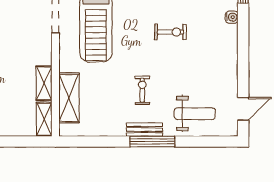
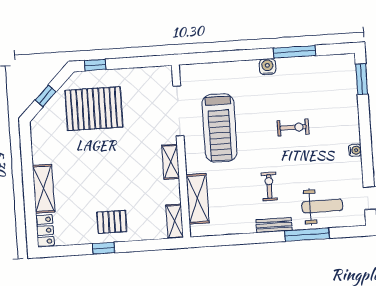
water cooler: (232, 17) -> (355, 150), moved
shelving: (44, 83) -> (171, 162), moved
window: (152, 142) -> (307, 235), moved

